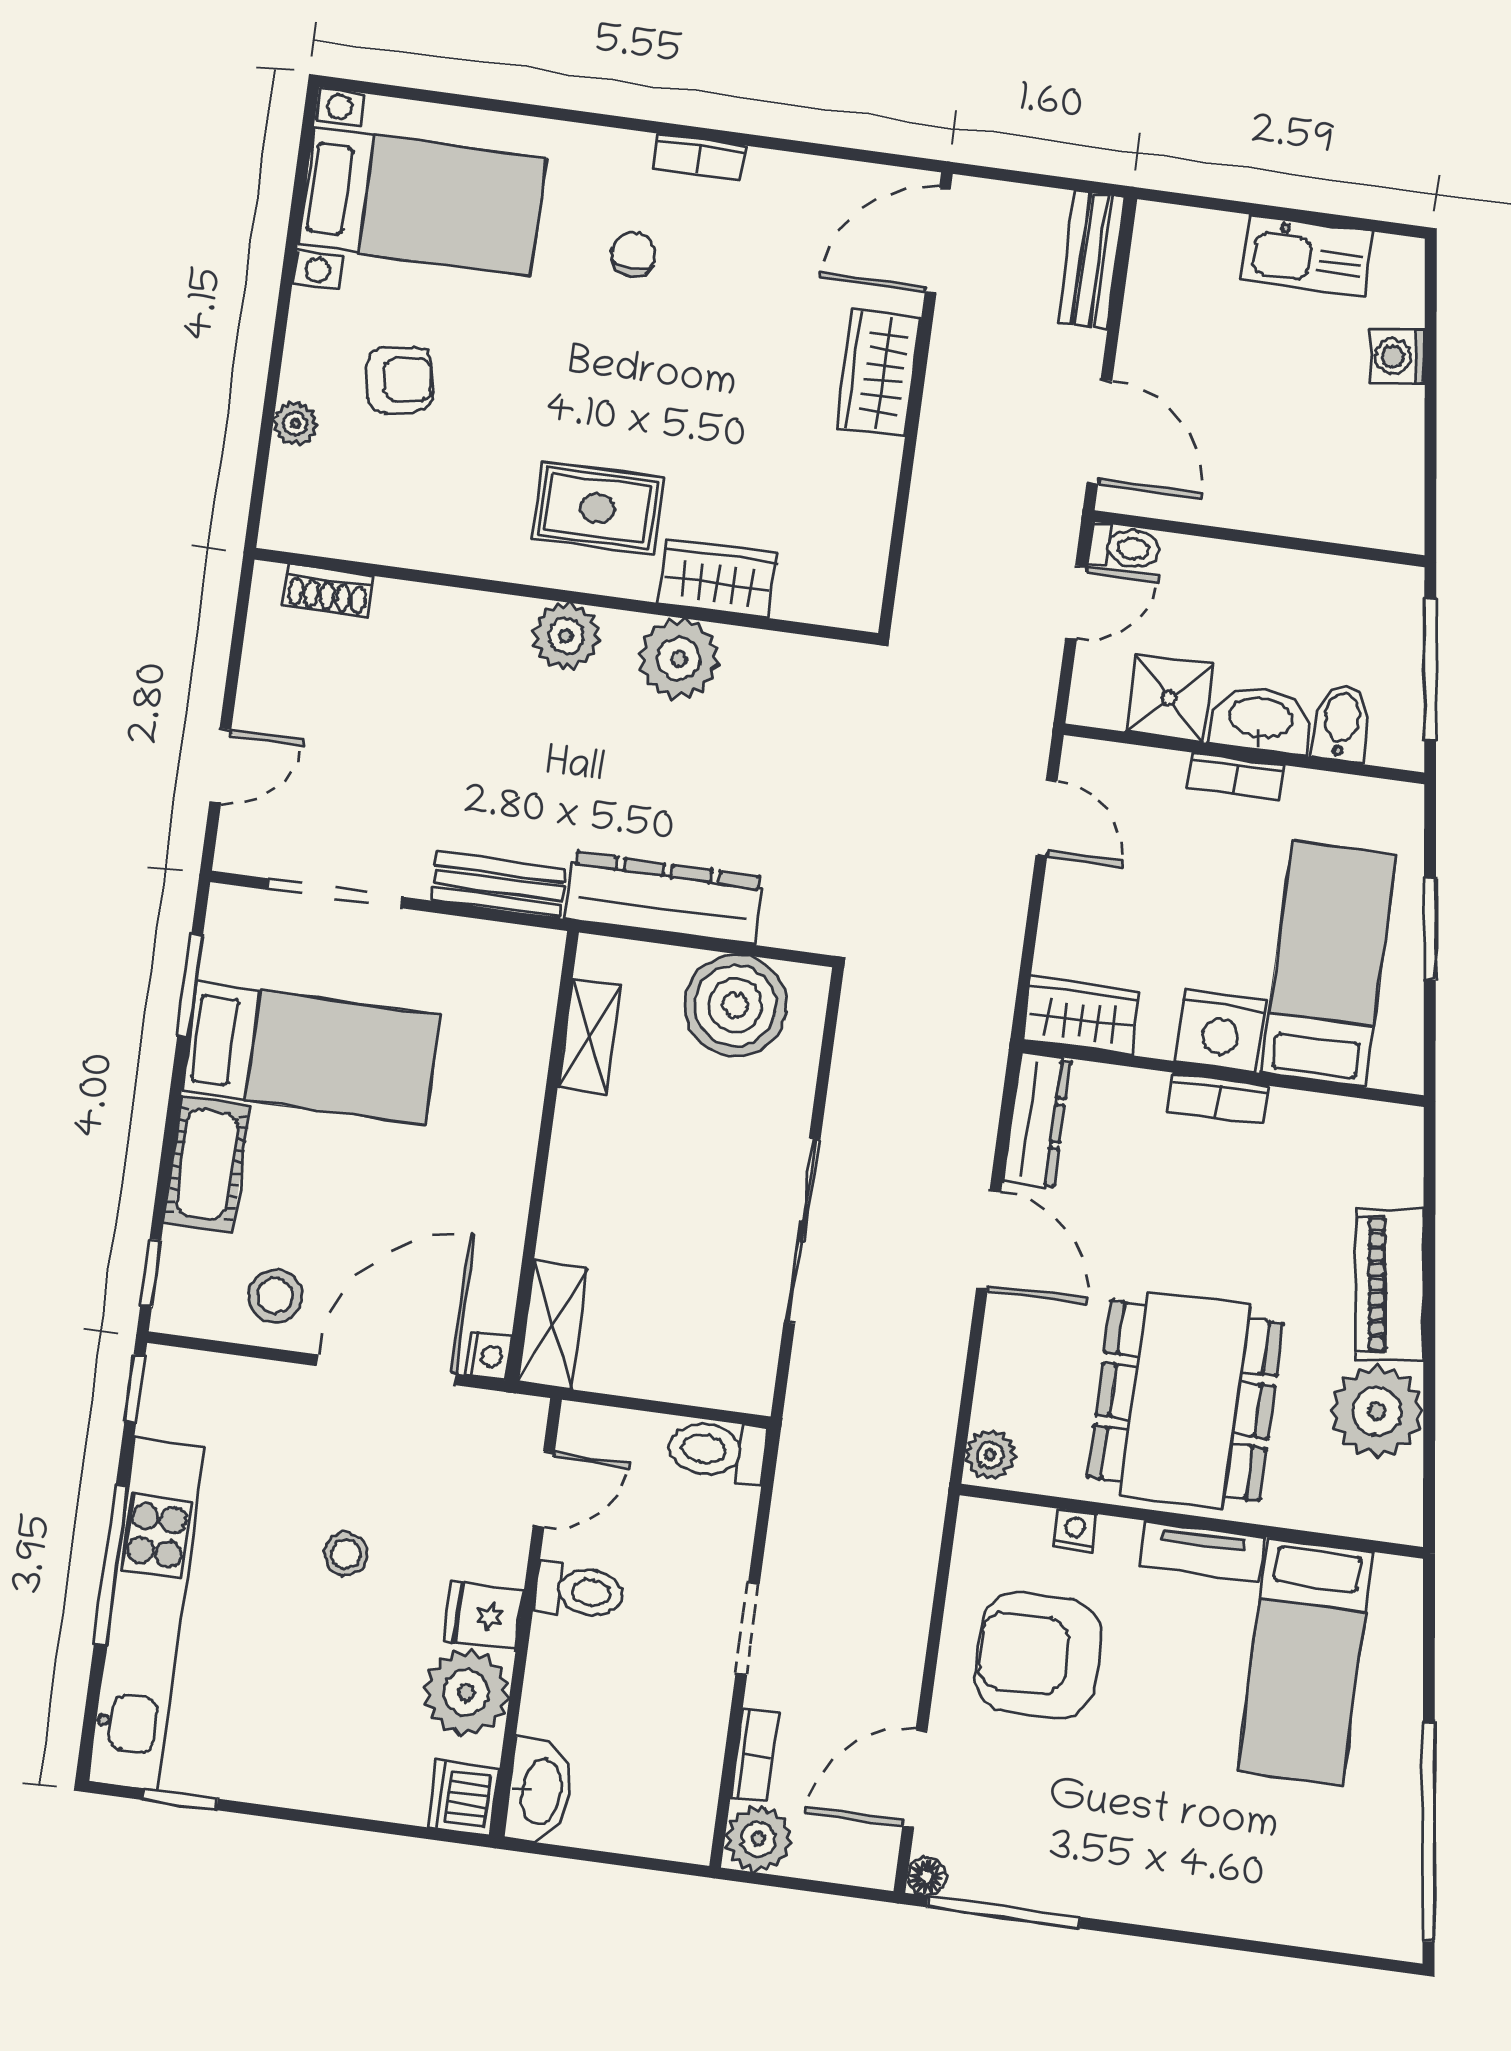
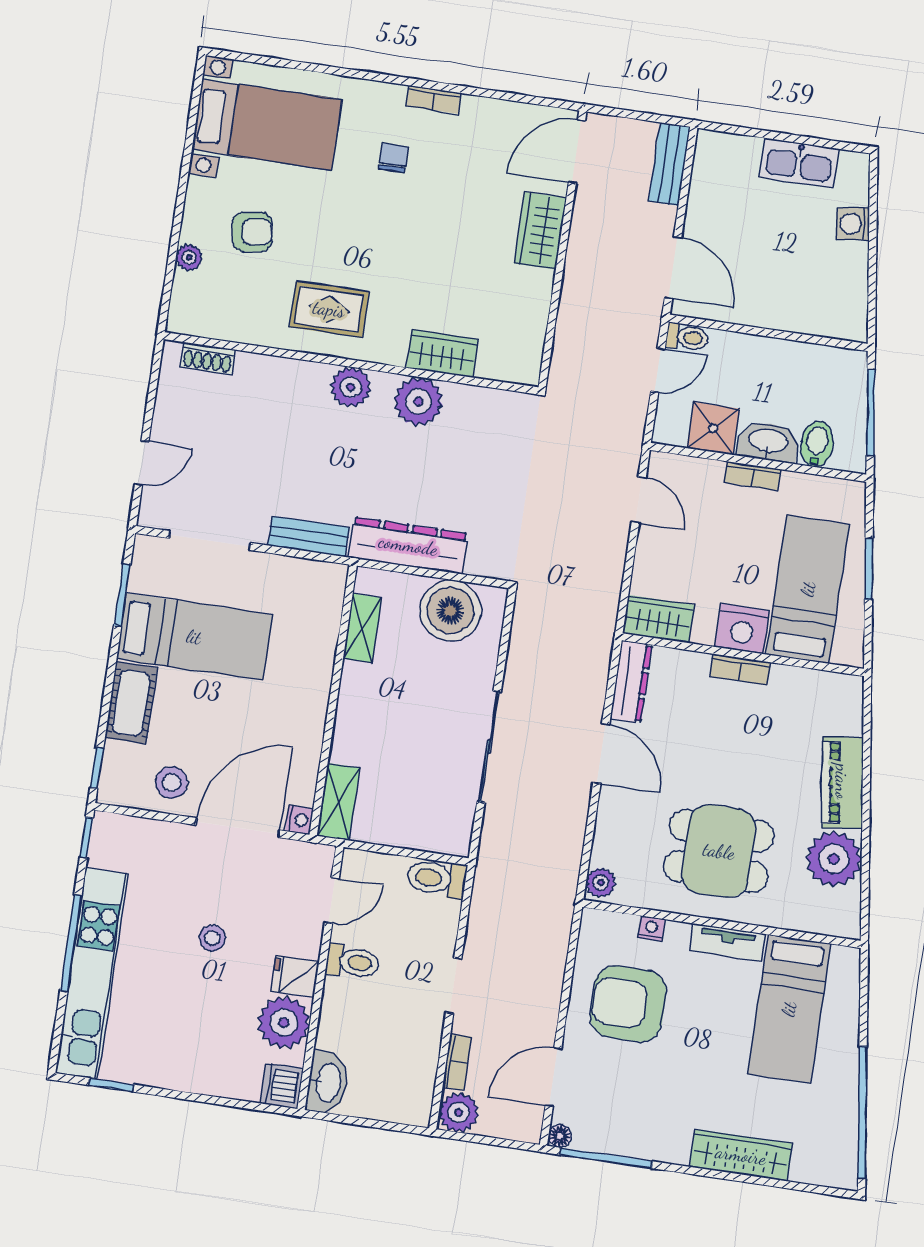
rug: (598, 508) -> (329, 309), moved
dining table: (1185, 1400) -> (719, 851), width x0.73
wardrobe: (1228, 1905) -> (741, 1155), added

